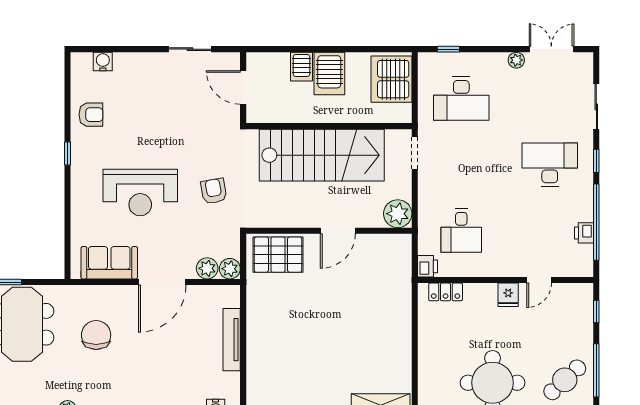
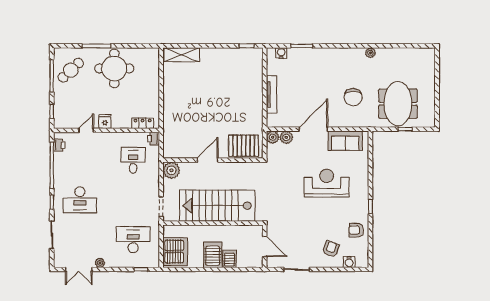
armchair: (214, 191) -> (331, 249), moved, turned -150
printer: (584, 233) -> (59, 145), moved

